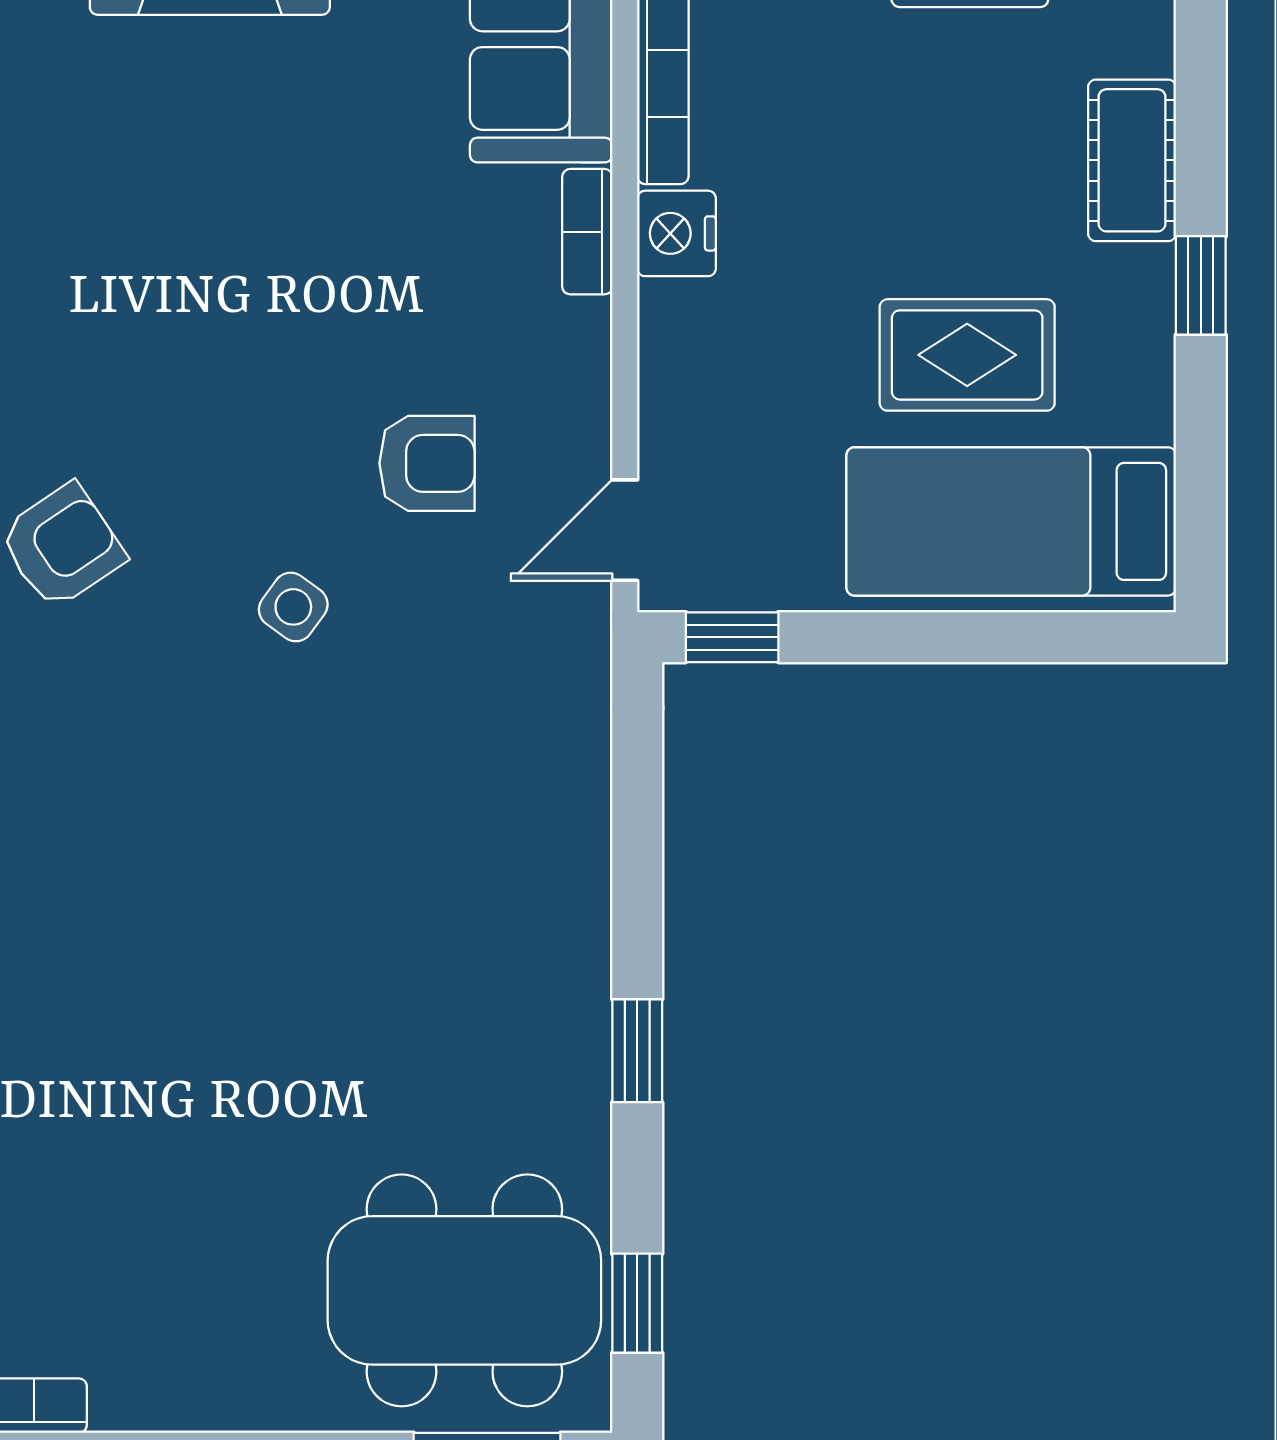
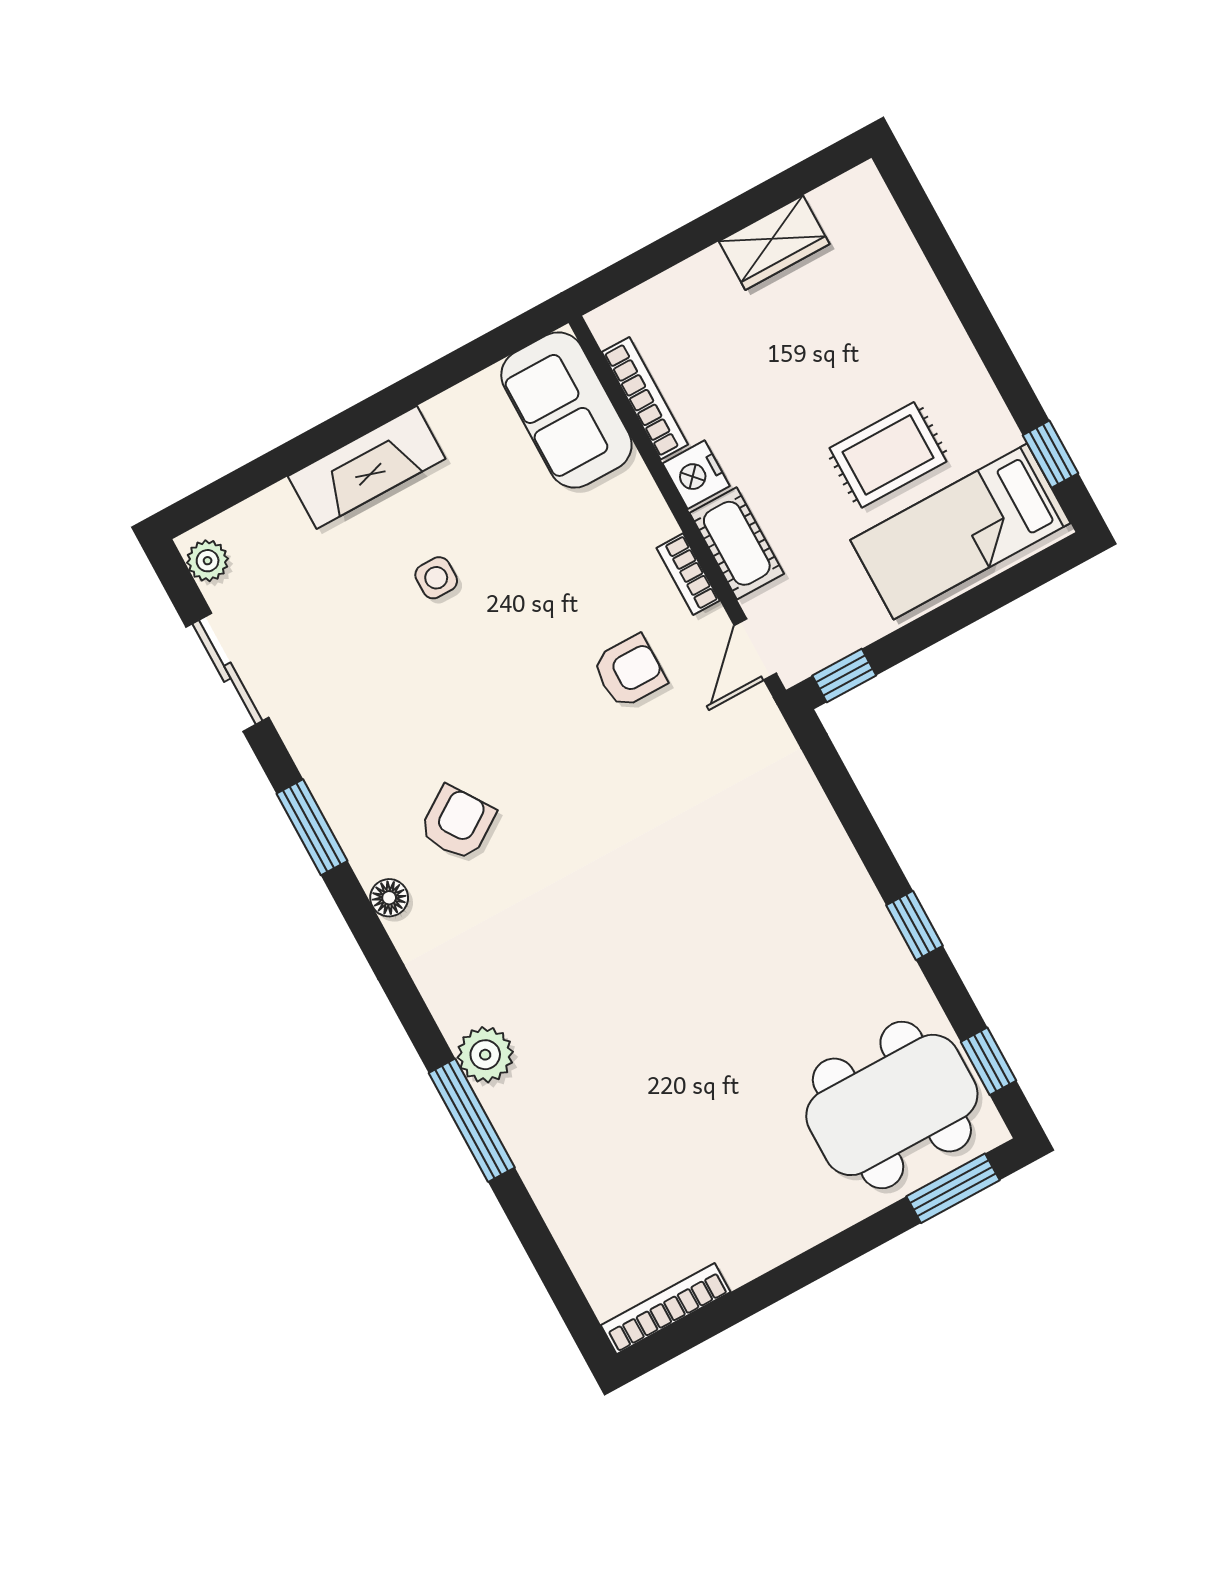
cot: (1132, 160) -> (737, 543), moved
bookcase: (587, 232) -> (688, 574), moved
window: (1201, 285) -> (1051, 454), moved
side table: (293, 607) -> (436, 578), moved, turned -36

